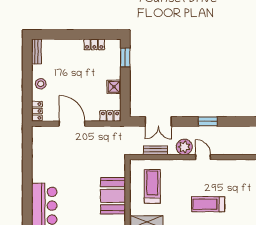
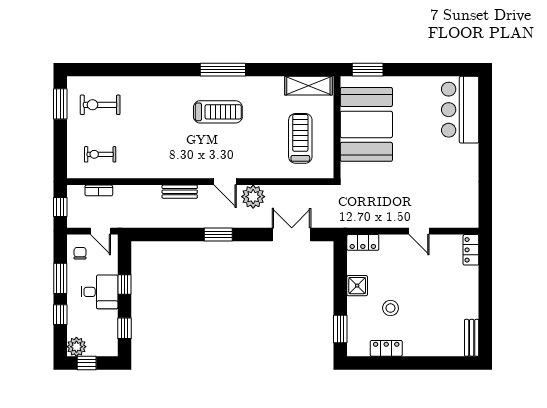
stool: (41, 84) -> (391, 308), moved
door: (72, 124) -> (419, 231), width x0.53
bench: (155, 150) -> (180, 192), moved
treadmill: (152, 186) -> (300, 138), turned 180
booth: (113, 196) -> (366, 124), width x1.36, depth x1.42

